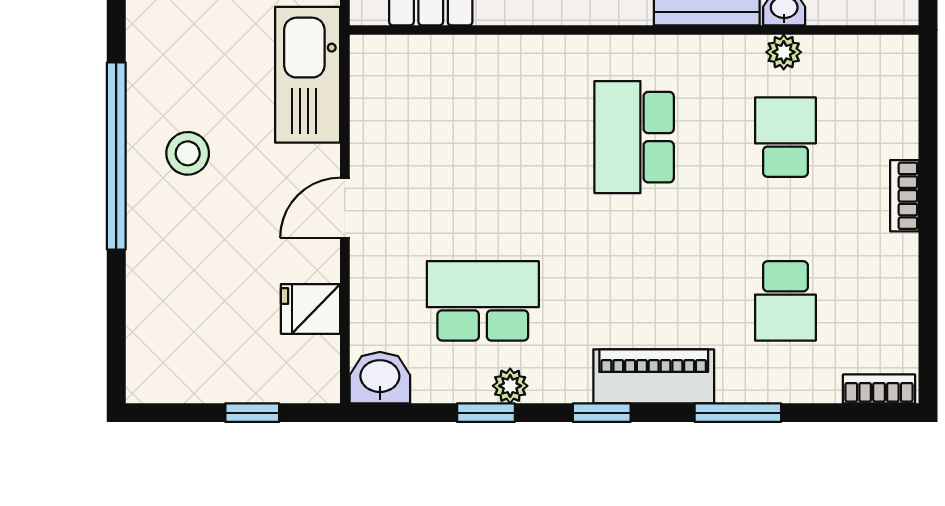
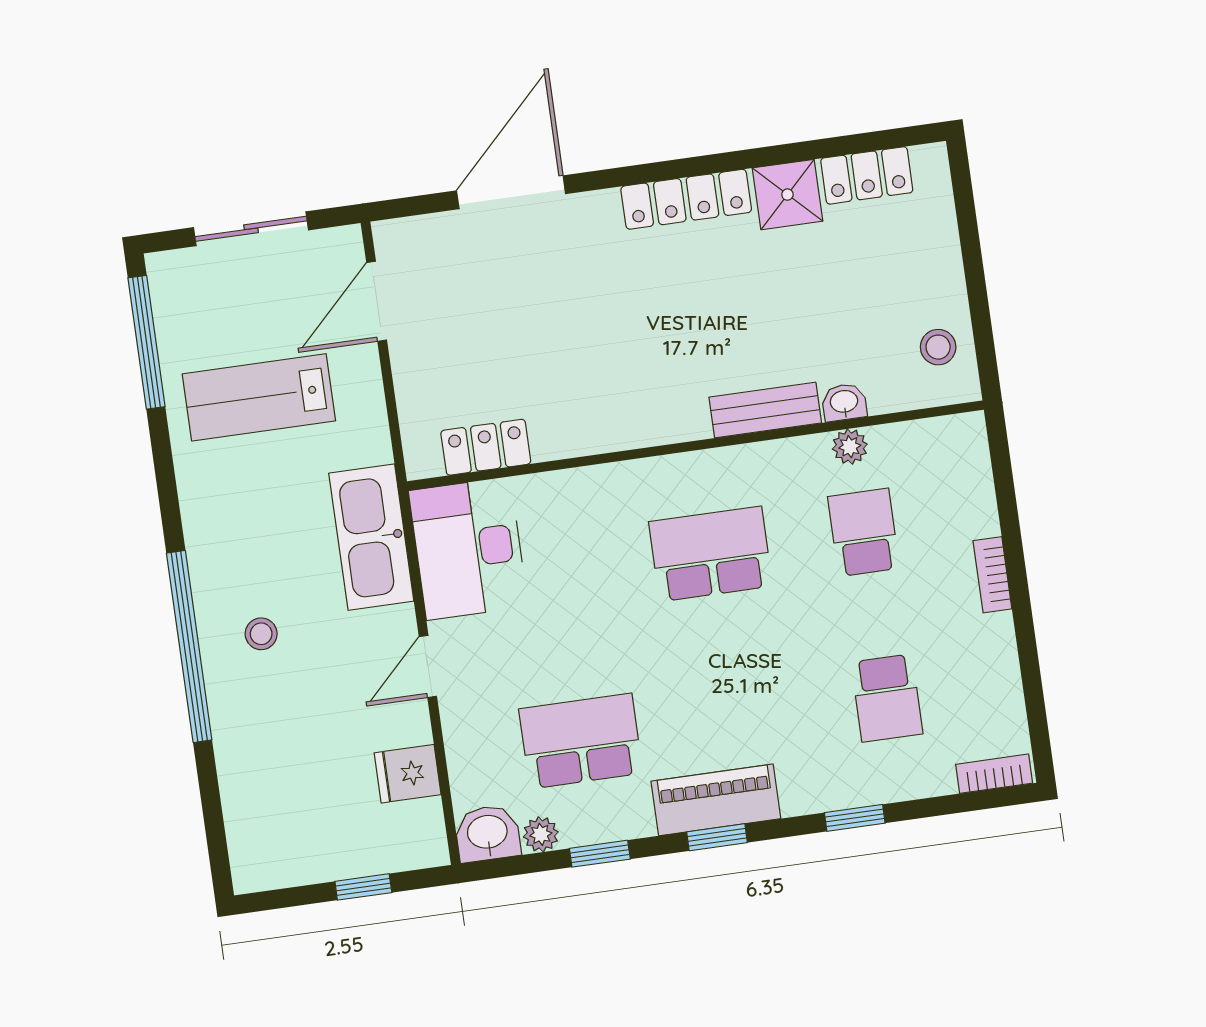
desk: (400, 99) -> (468, 549), added
school desk: (634, 137) -> (711, 554), turned 90
stool: (188, 153) -> (261, 634), width x0.73, depth x0.73
piano: (654, 376) -> (716, 800), moved
plant: (510, 386) -> (541, 834), moved
window: (738, 413) -> (855, 818), width x0.67

